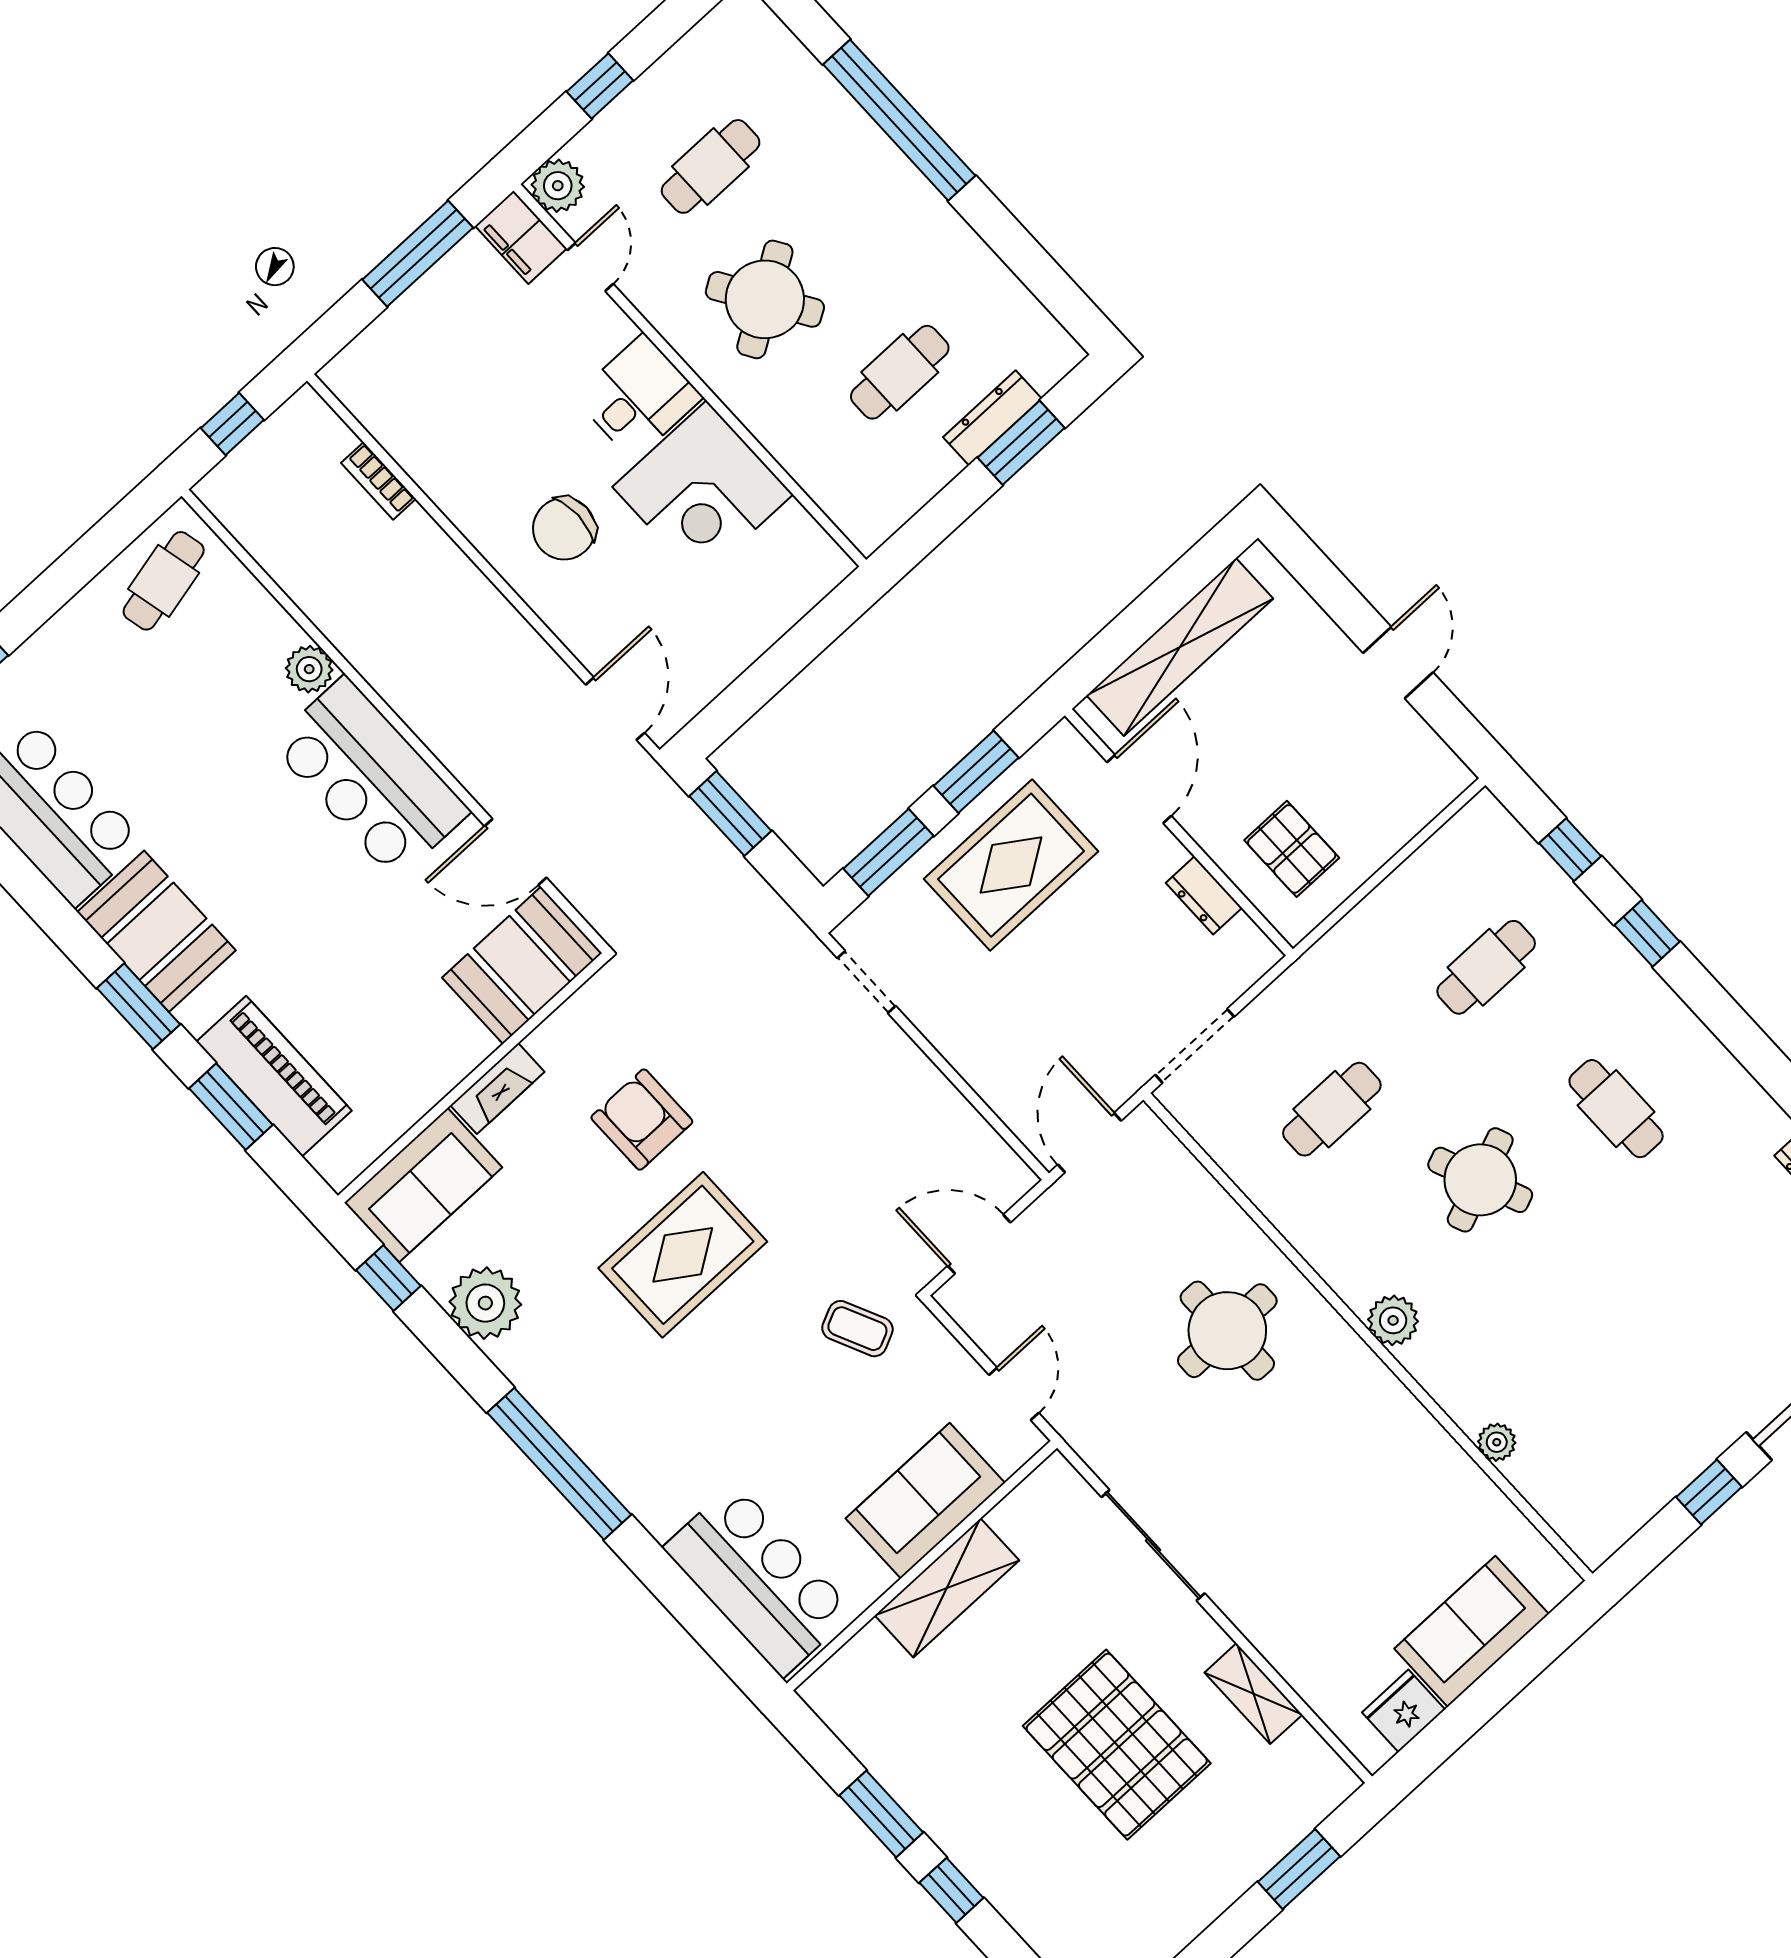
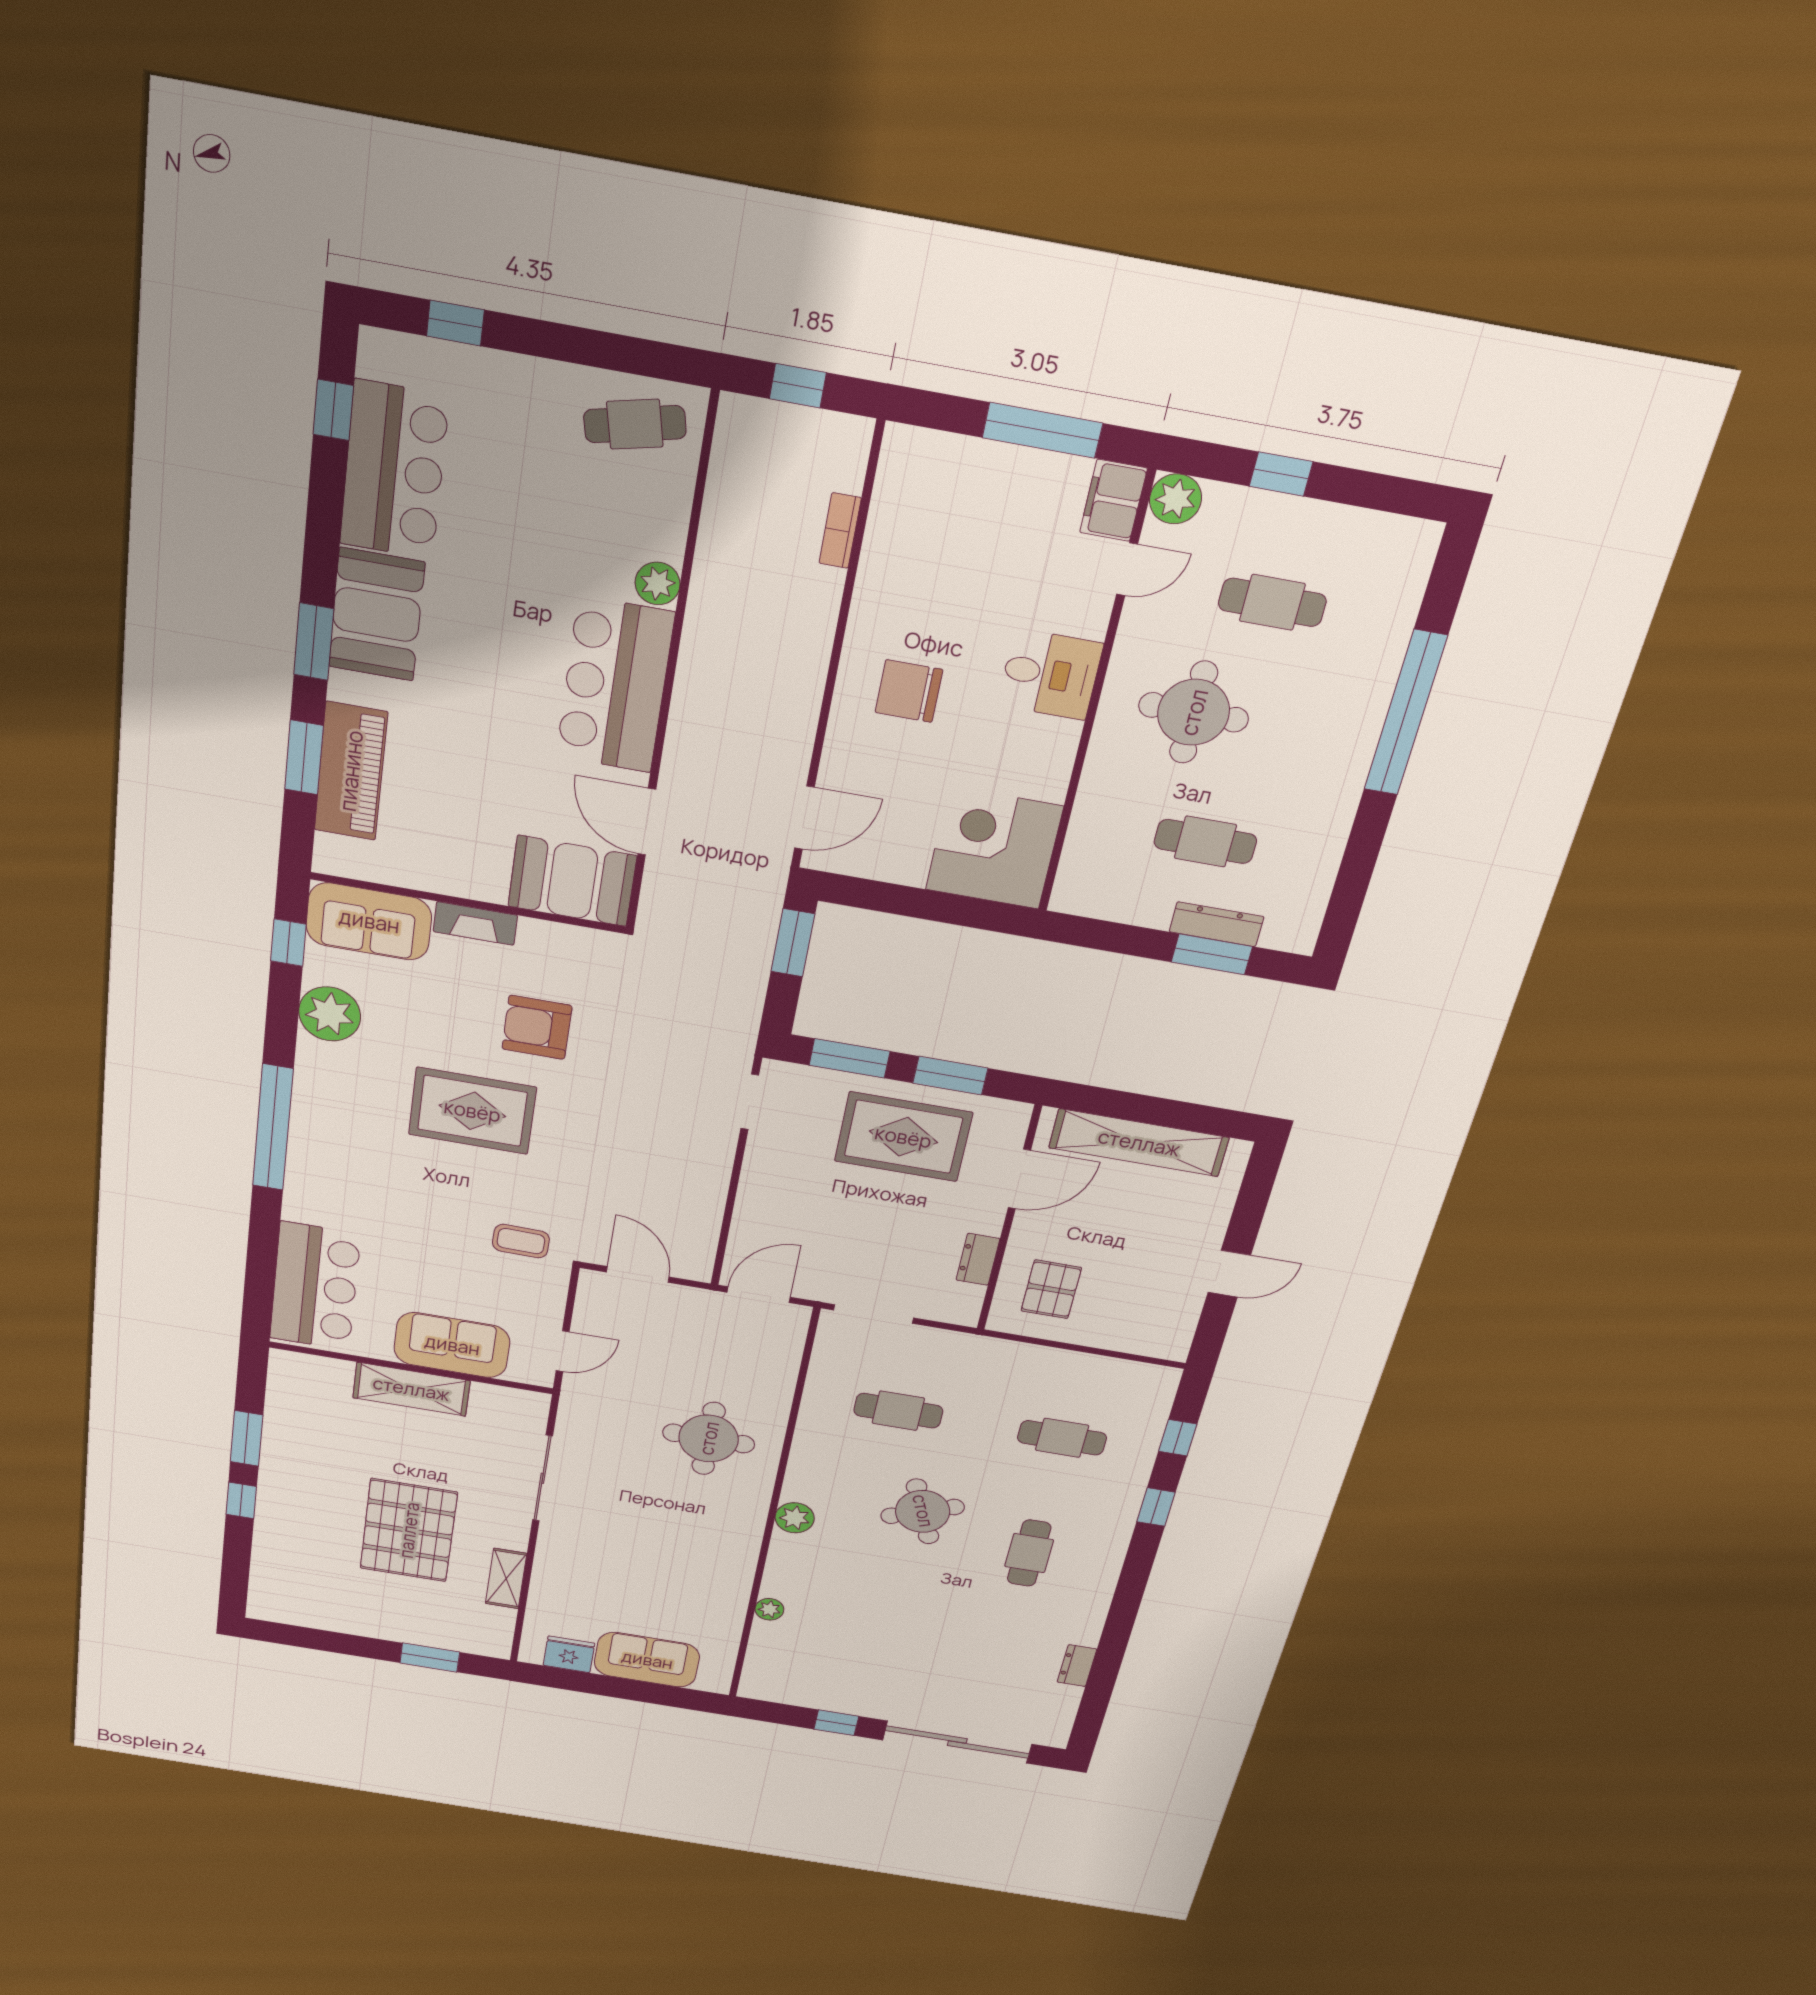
round table: (765, 299) -> (1194, 712), turned 32
corner desk: (703, 491) -> (994, 848), moved, turned 90
armchair: (642, 1120) -> (537, 1027), turned -90
coffee table: (857, 1329) -> (521, 1241), turned -64

